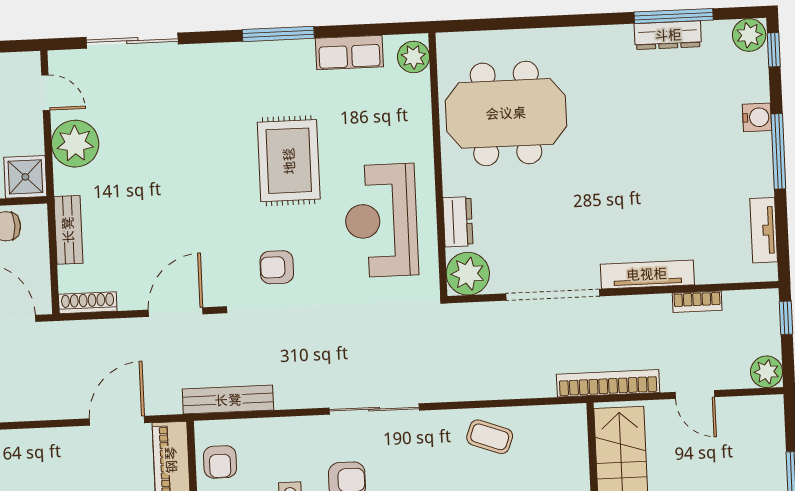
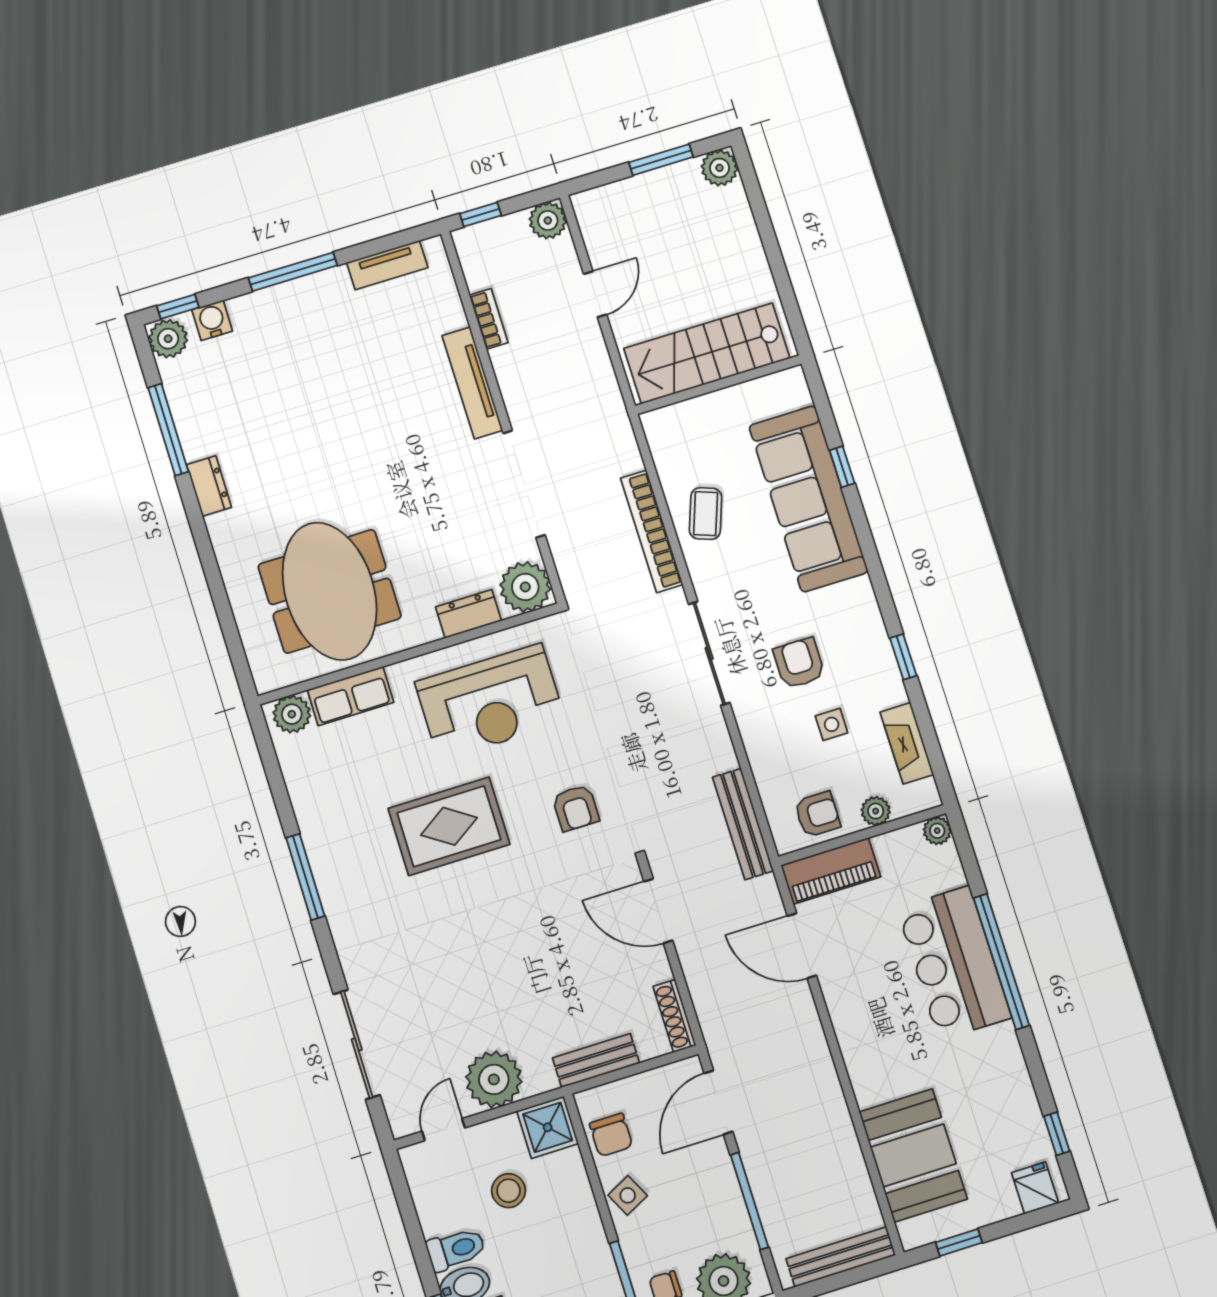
dresser: (668, 35) -> (209, 486), moved, width x0.70
row of seats: (349, 53) -> (351, 696), moved, turned 90
water cooler: (757, 117) -> (212, 320), moved
bookcase: (608, 383) -> (652, 531), moved

